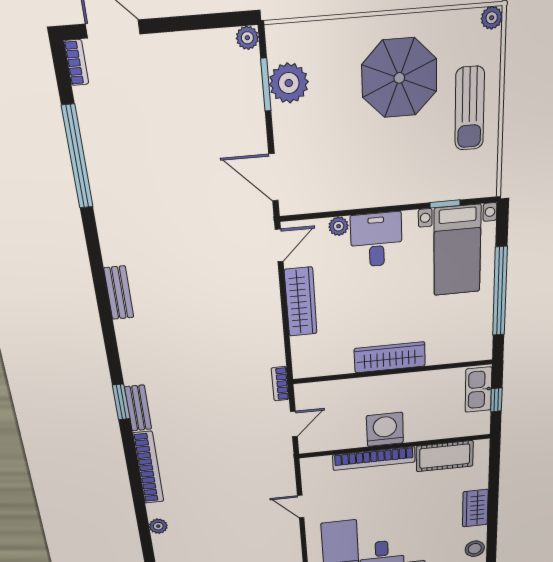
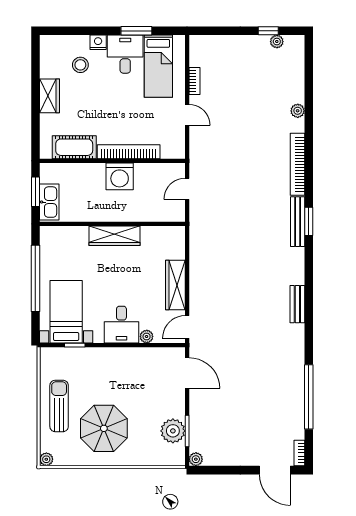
bookcase: (280, 384) -> (194, 81), moved
window: (496, 400) -> (35, 192), width x1.50
bench: (138, 408) -> (298, 222), width x1.36
stool: (475, 549) -> (80, 65), moved

